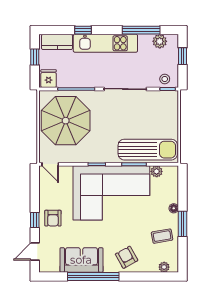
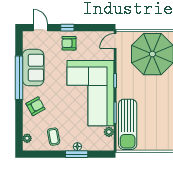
window: (183, 224) -> (77, 154), moved

